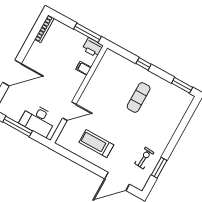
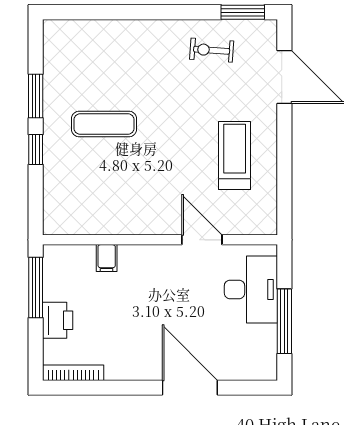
printer: (93, 47) -> (58, 320), moved
window: (182, 85) -> (36, 96), moved
treadmill: (96, 144) -> (235, 155), turned 180
window: (159, 168) -> (243, 12), moved

